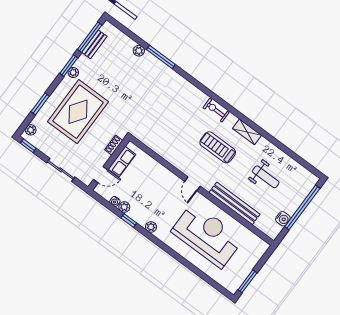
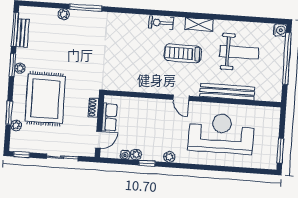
plant: (31, 130) -> (16, 125), moved
weight bench: (266, 177) -> (239, 52), width x1.36, depth x1.33
water cooler: (283, 219) -> (280, 30), moved

